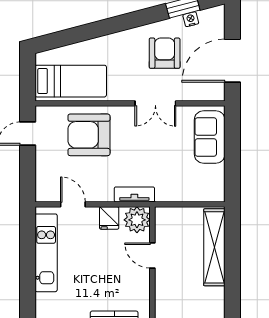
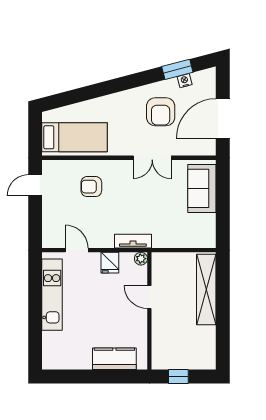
armchair: (165, 53) -> (161, 112), turned 180
armchair: (89, 135) -> (91, 187), width x0.53, depth x0.53
plant: (137, 220) -> (141, 259), width x0.53, depth x0.53

